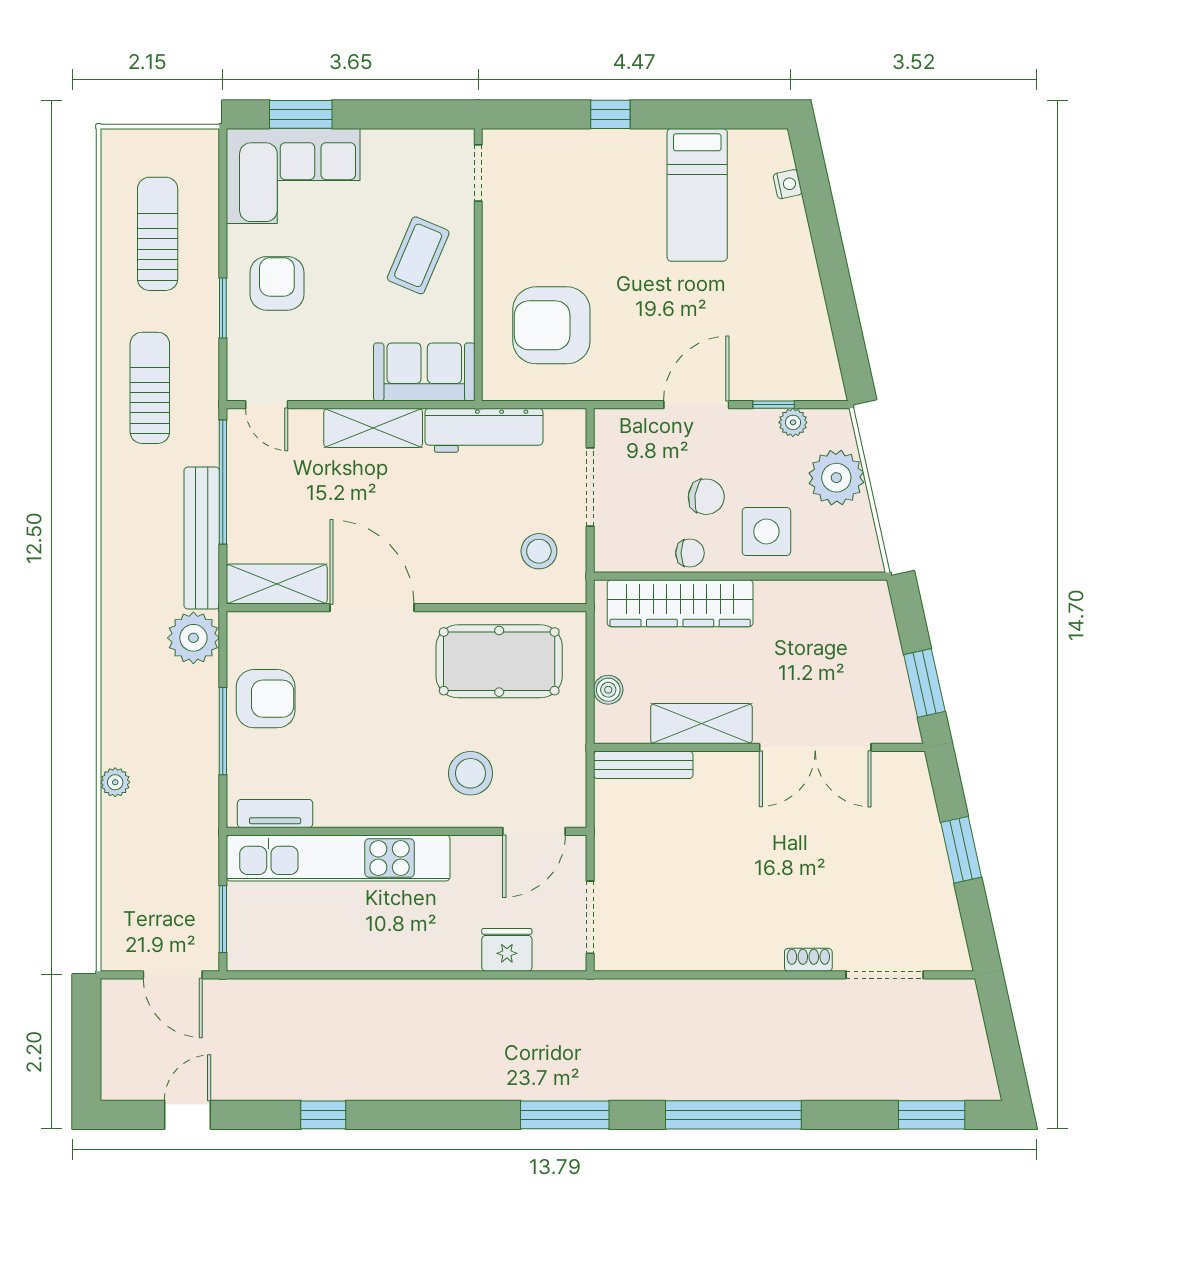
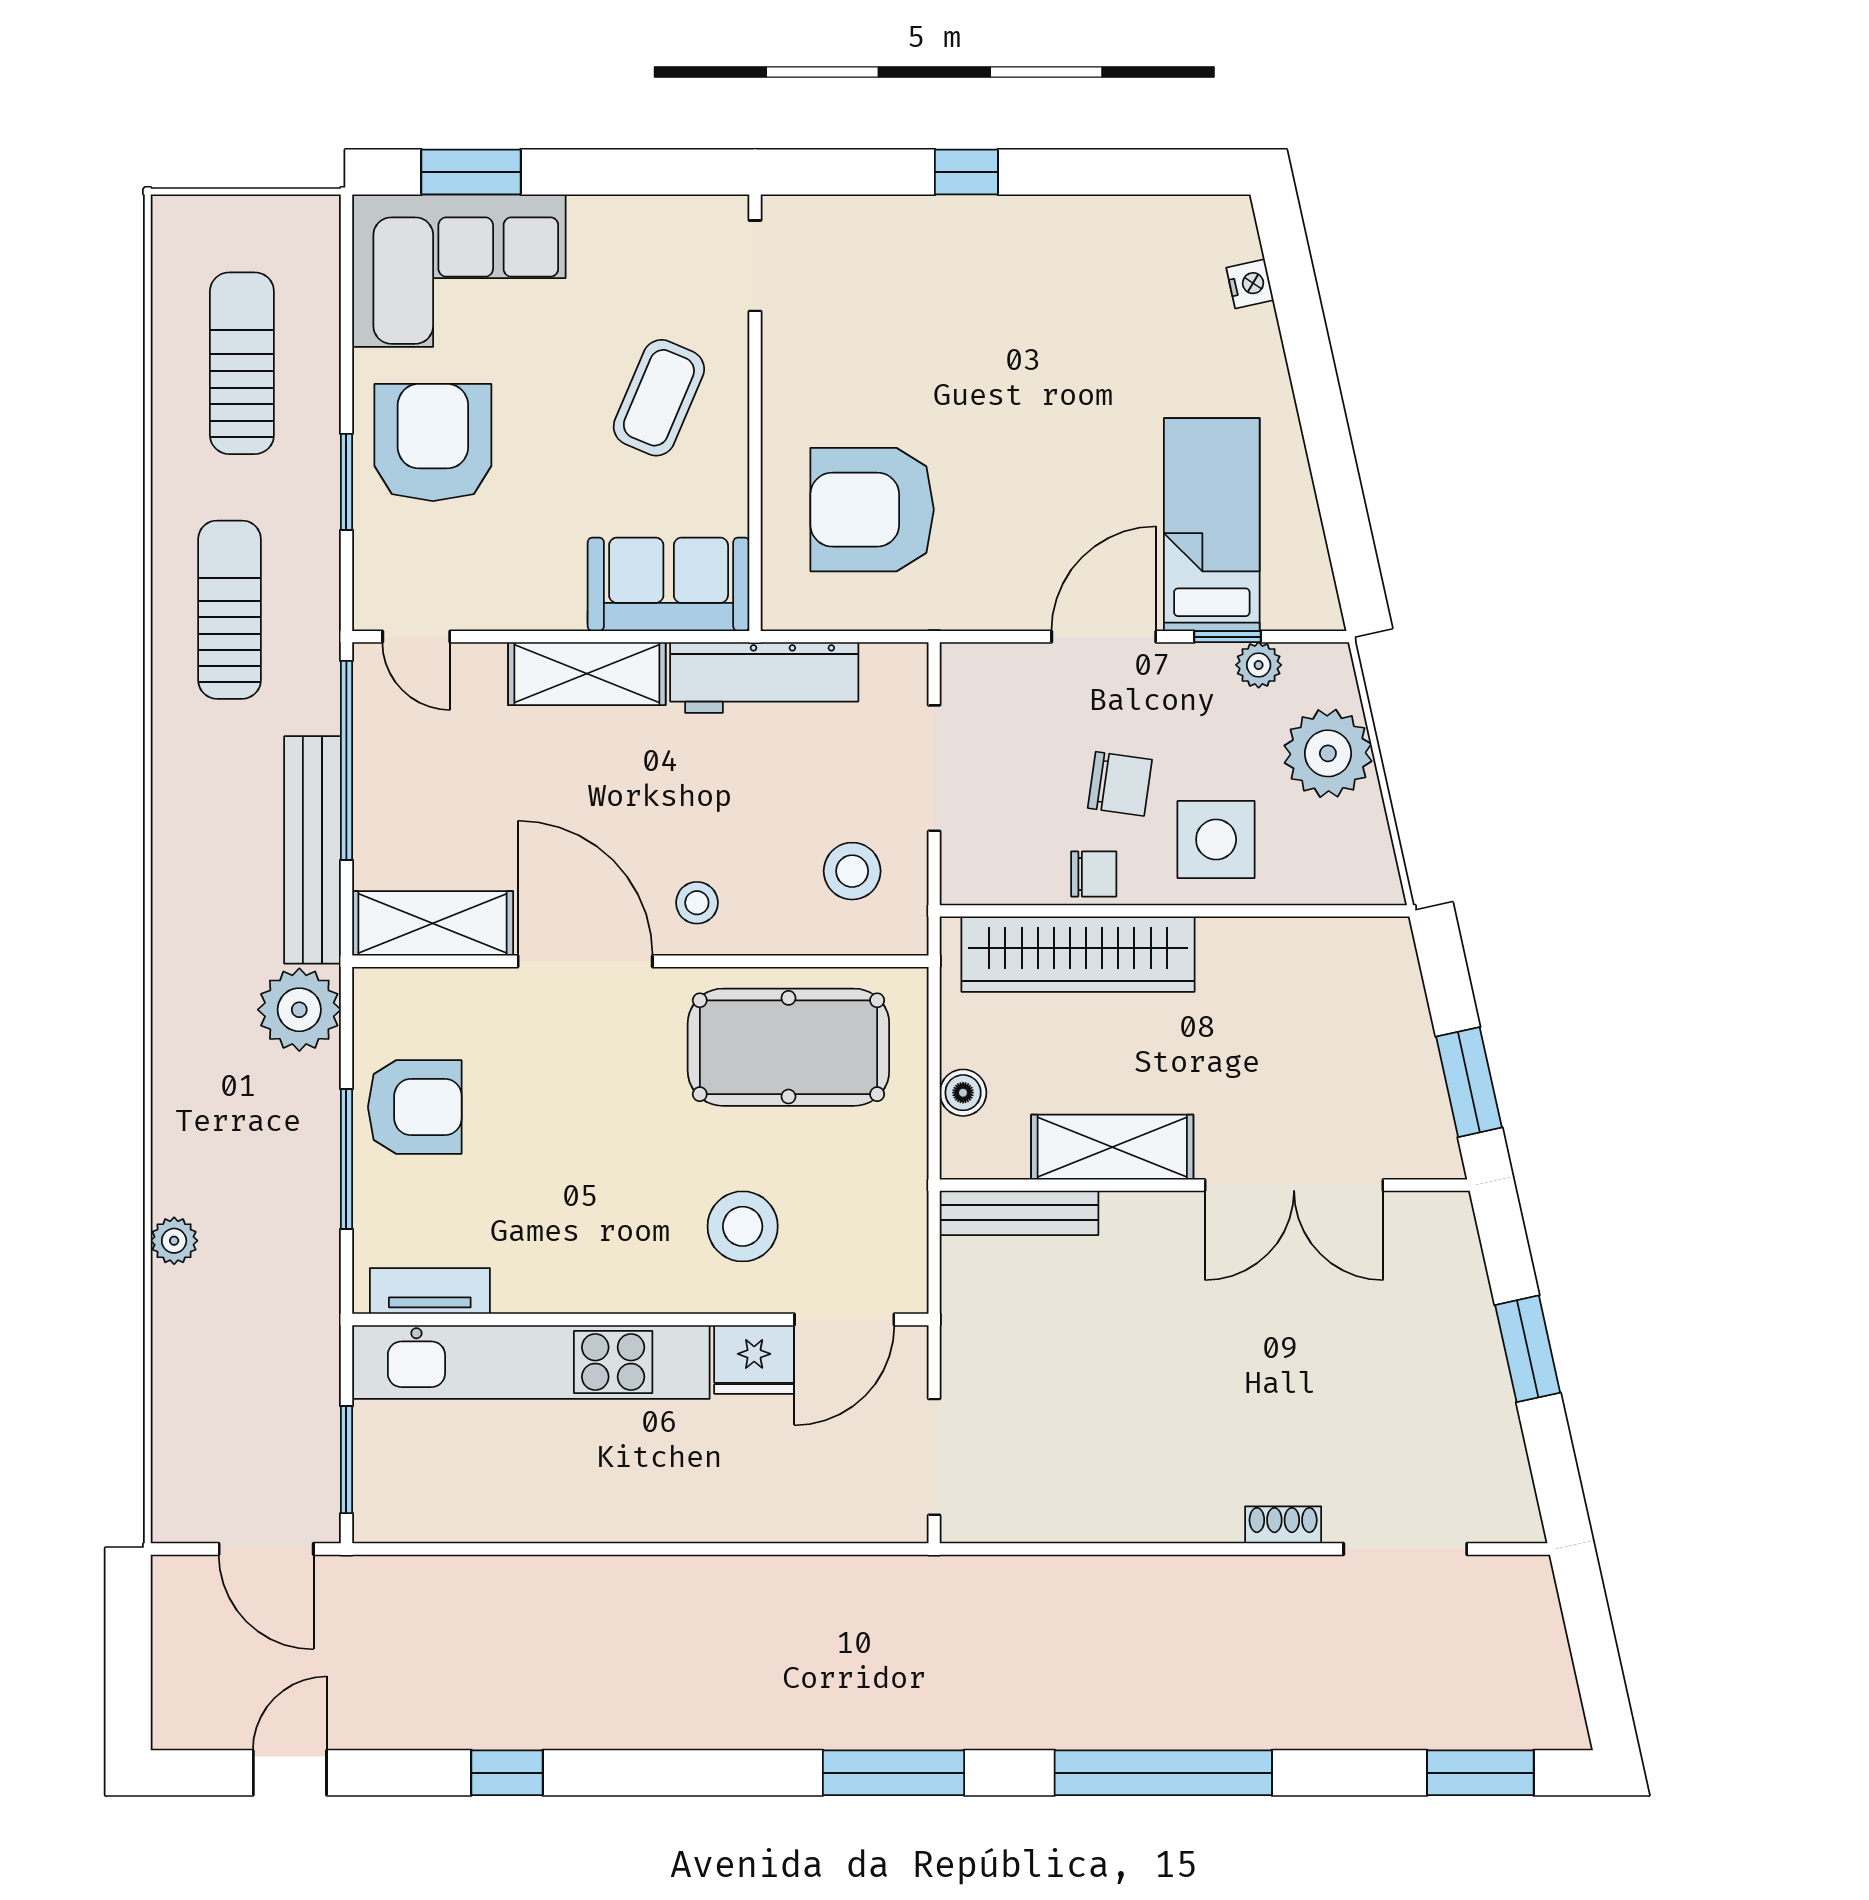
bed: (697, 195) -> (1212, 525), moved, turned 180
armchair: (277, 283) -> (433, 443), width x1.36, depth x1.36
stool: (442, 571) -> (697, 903), added
fridge: (507, 950) -> (754, 1359), moved, turned 180

